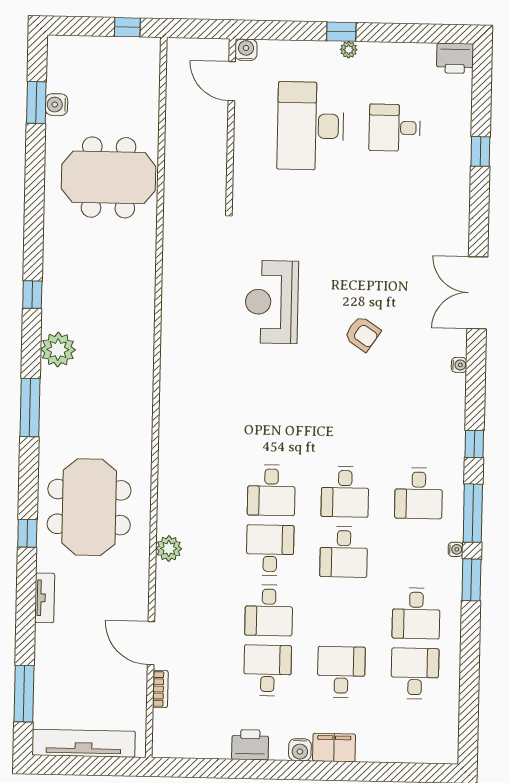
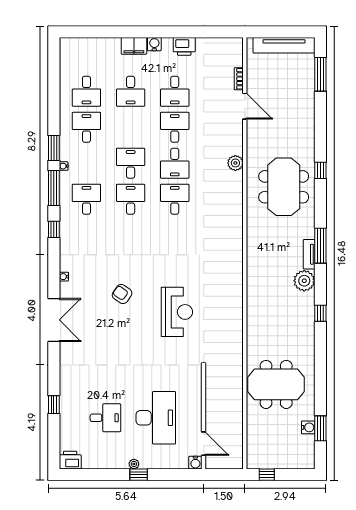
tv unit: (45, 598) -> (309, 254), moved

